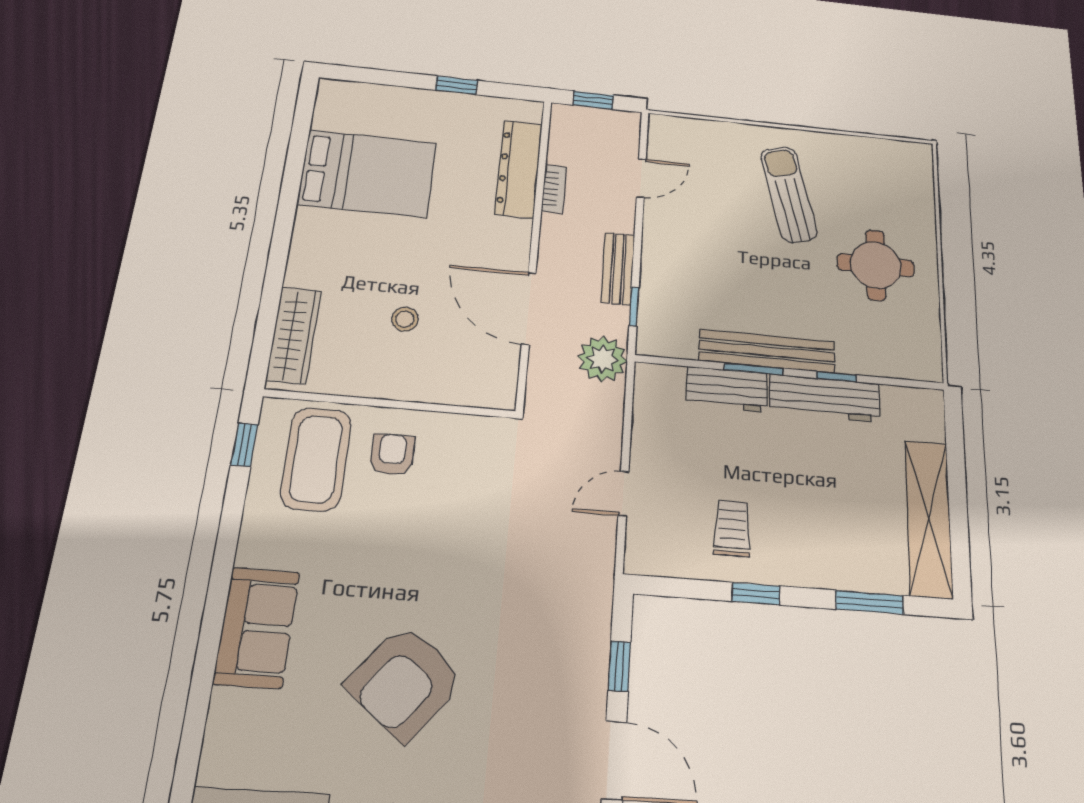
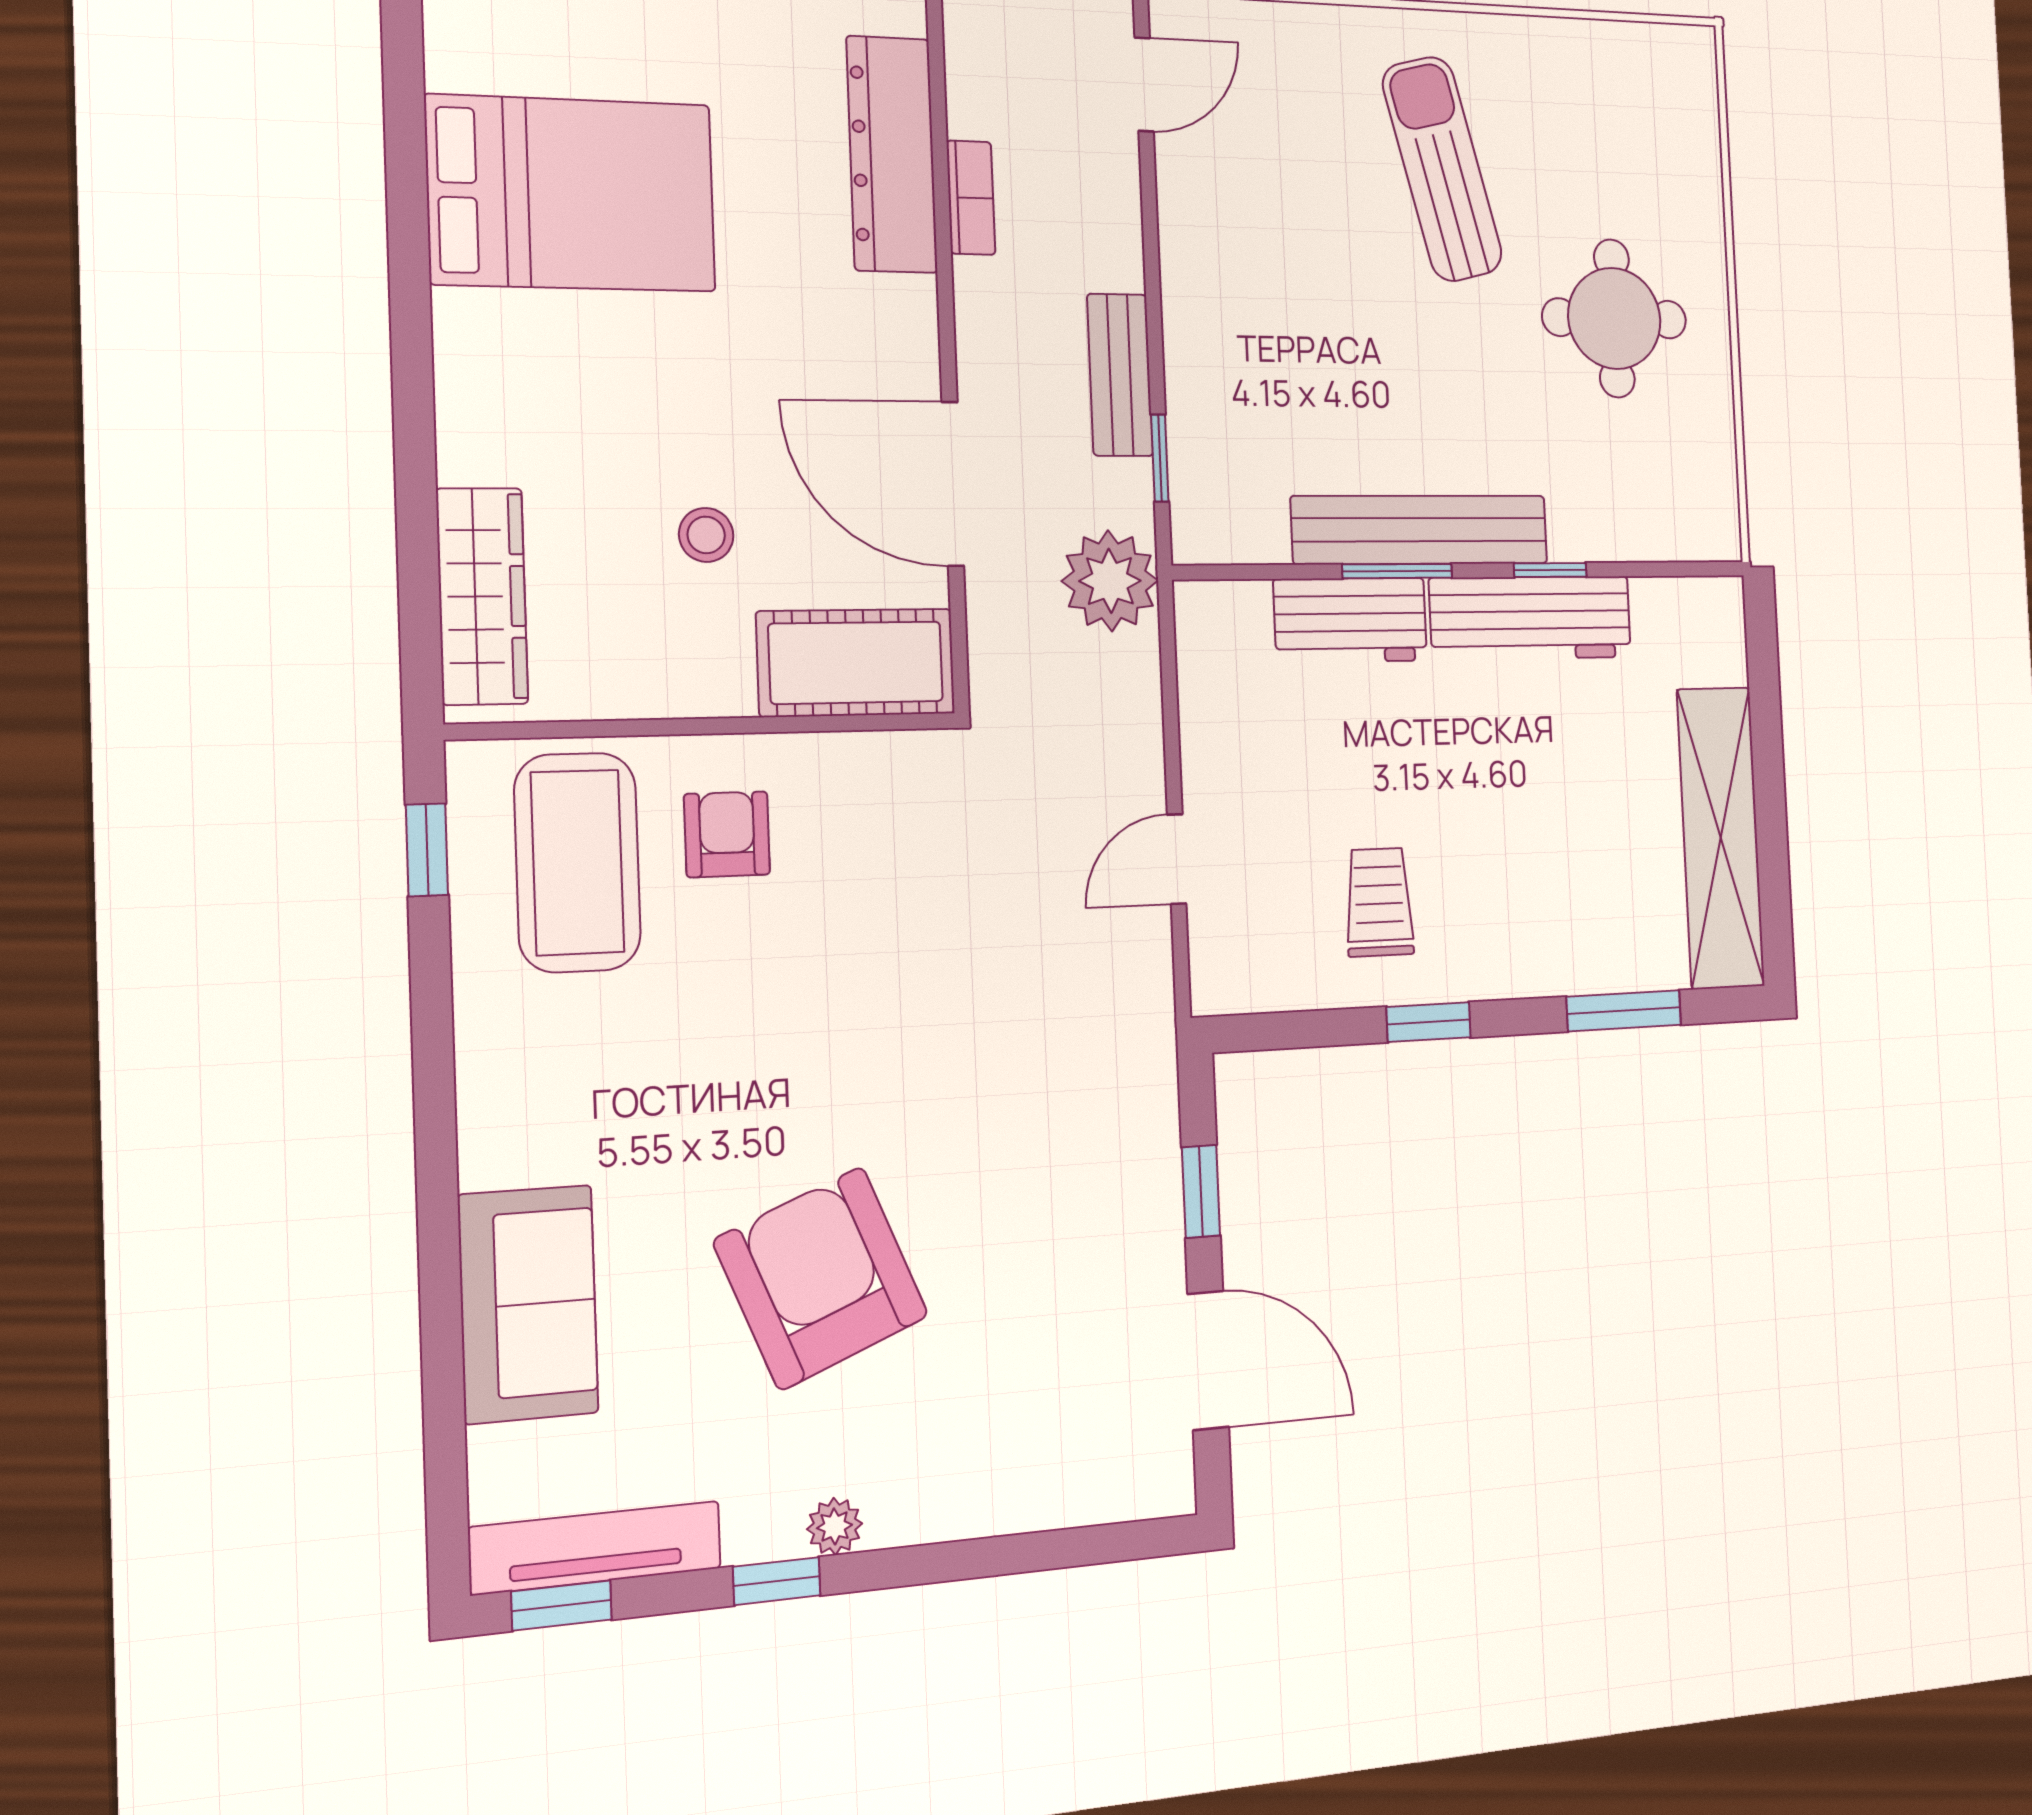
door: (641, 178) -> (1144, 84), moved
cot: (469, 383) -> (856, 663), added
sofa: (257, 628) -> (528, 1304), moved
armchair: (405, 682) -> (821, 1278), turned 119

